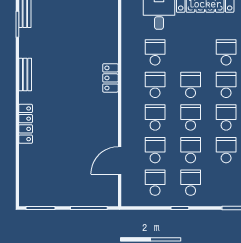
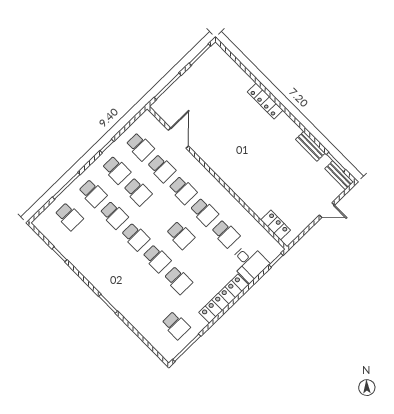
bench: (25, 75) -> (310, 146), moved
locker: (110, 78) -> (276, 225), moved
school desk: (191, 117) -> (93, 193), moved

